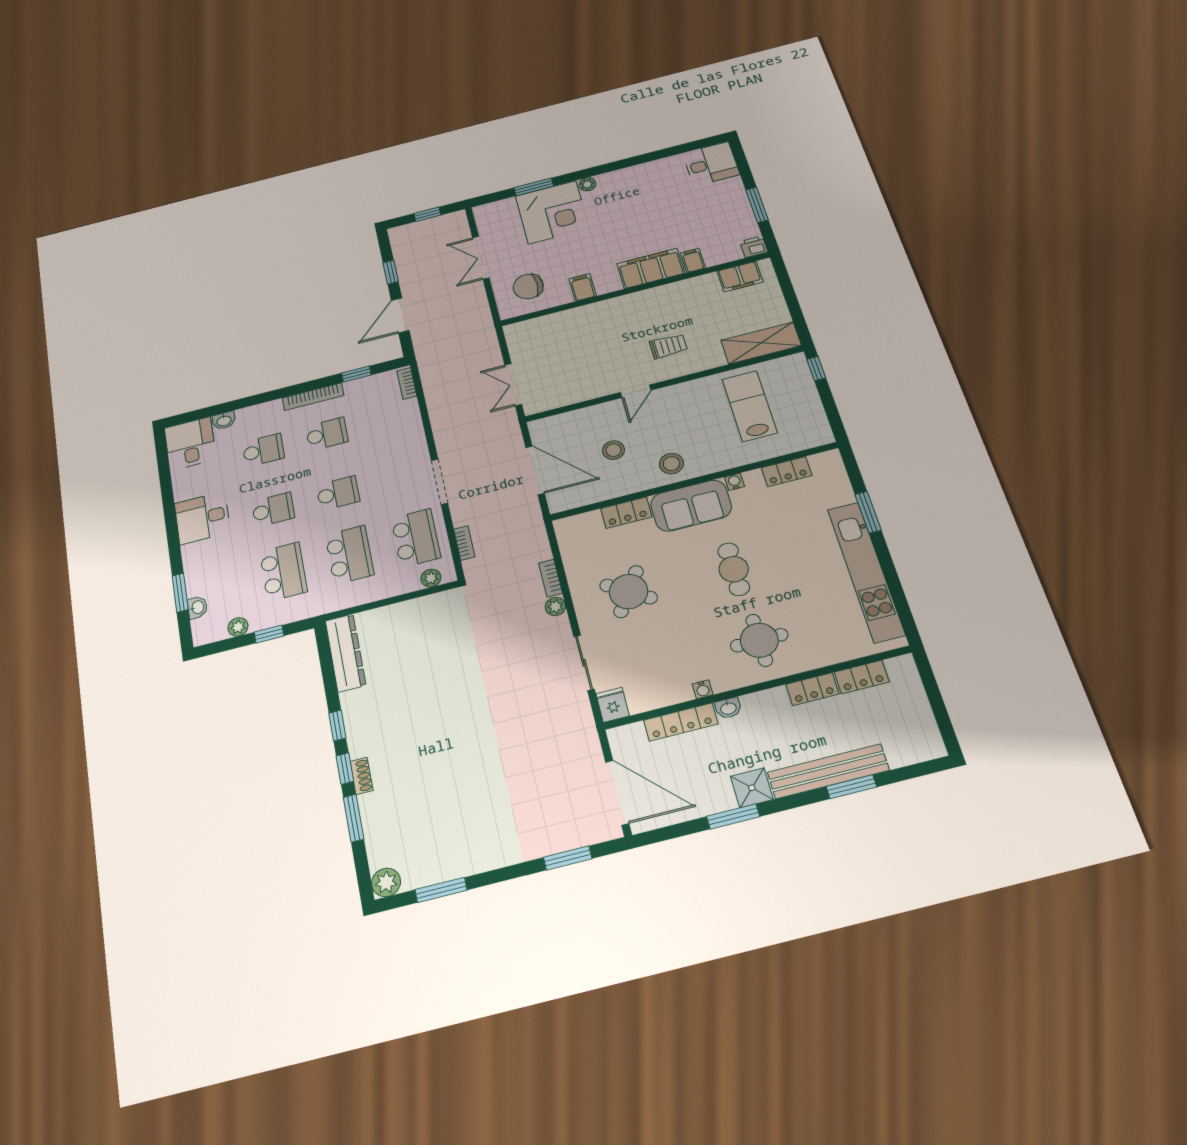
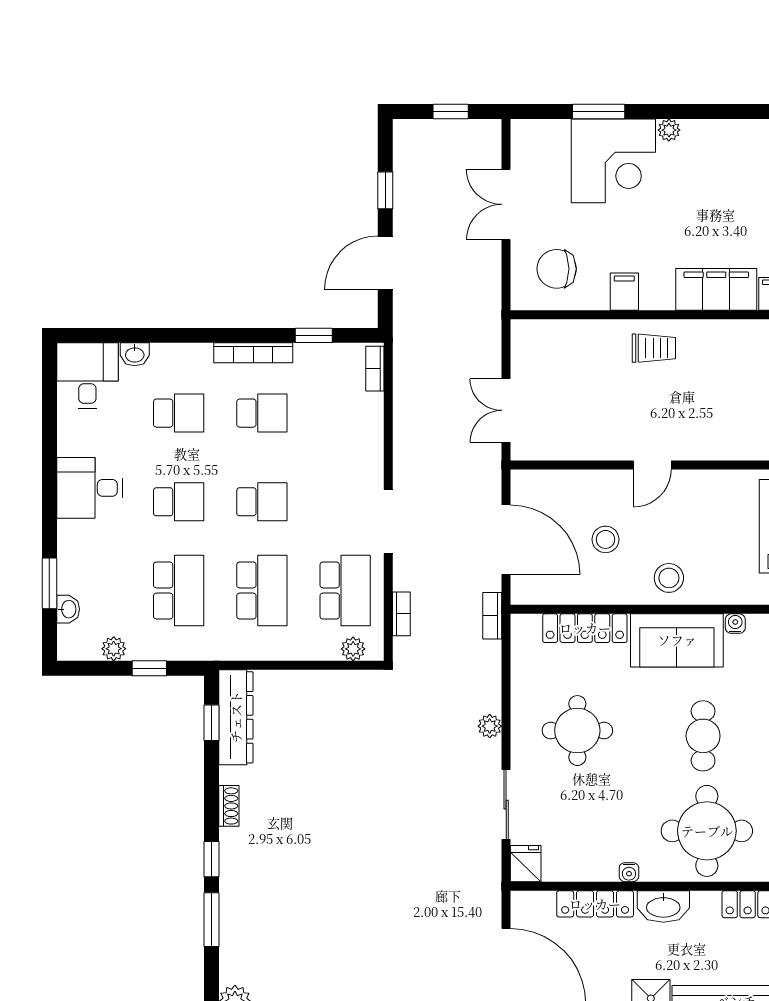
trolley: (668, 346) -> (654, 348), moved
locker: (626, 513) -> (585, 628), width x1.53
bookcase: (551, 578) -> (492, 616), moved
round table: (629, 592) -> (577, 731), turned -33
round table: (759, 640) -> (707, 831), width x1.36, depth x1.36
washbasin: (728, 708) -> (663, 907), width x1.91, depth x1.45
window: (337, 725) -> (211, 723), moved
shoe rack: (361, 776) -> (229, 806), moved

